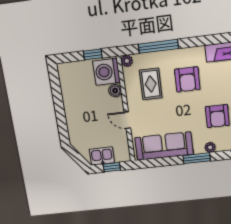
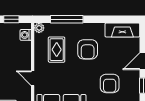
washing machine: (106, 72) -> (26, 35), width x0.53, depth x0.53
boiler: (115, 91) -> (26, 52), removed

